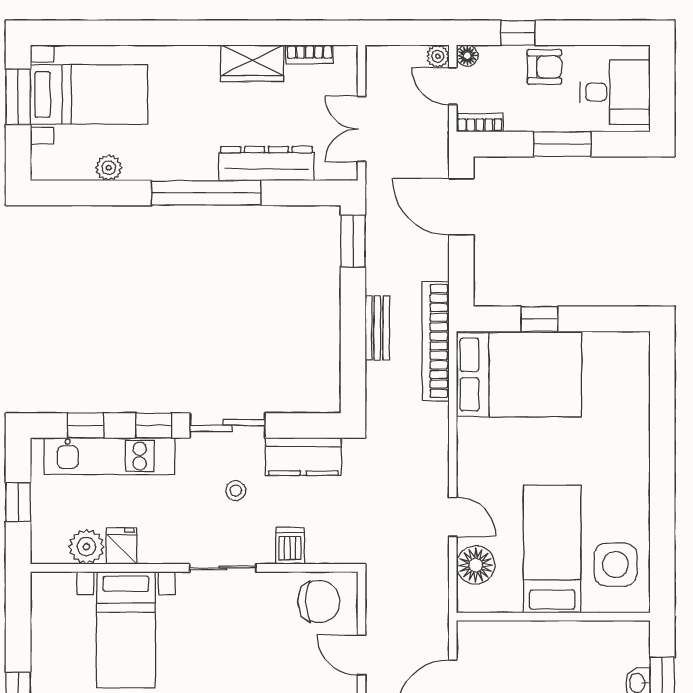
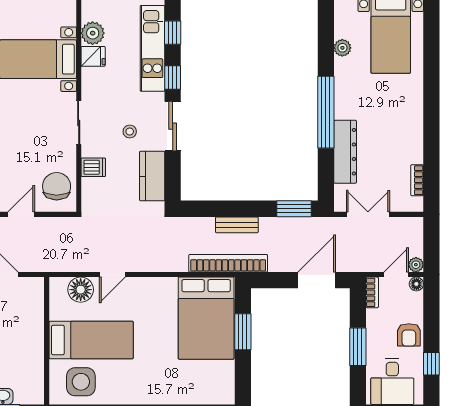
window: (518, 33) -> (431, 364), moved
wardrobe: (252, 63) -> (411, 142), removed
window: (539, 319) -> (243, 332), width x1.50
chair: (319, 601) -> (57, 186), turned 180

